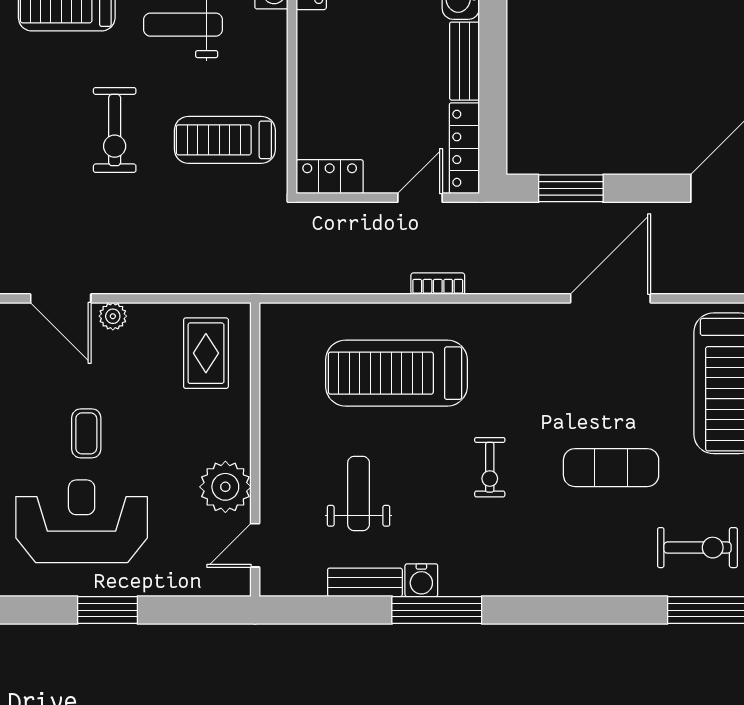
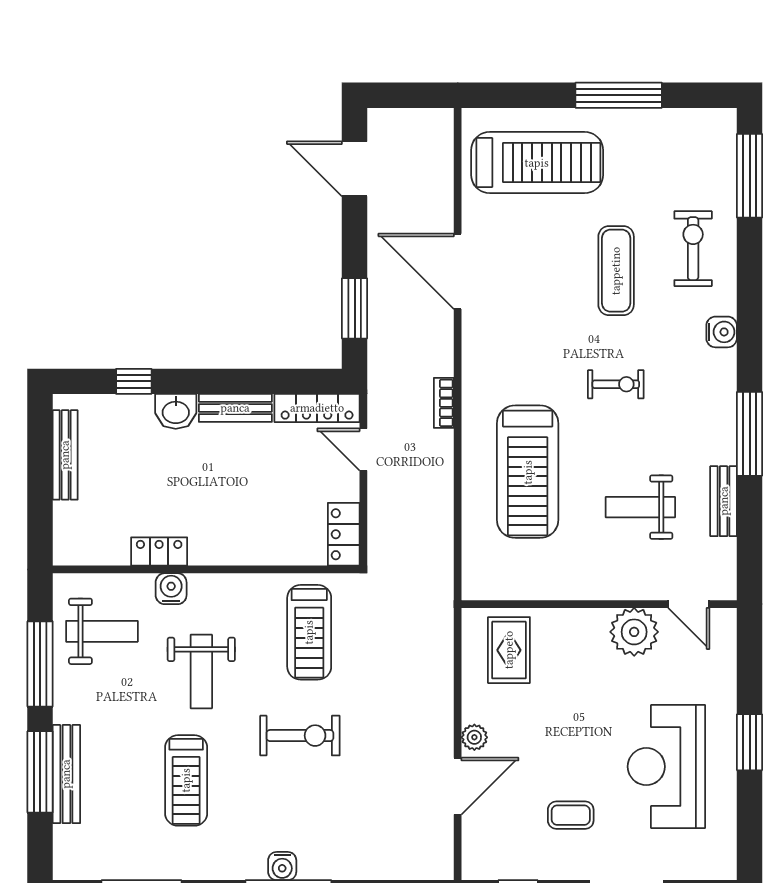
bookcase: (438, 284) -> (444, 403), moved
rug: (206, 353) -> (509, 650), turned 90
coffee table: (86, 433) -> (571, 815), moved
exercise bike: (698, 548) -> (693, 249), moved
water cooler: (421, 580) -> (722, 332), moved

